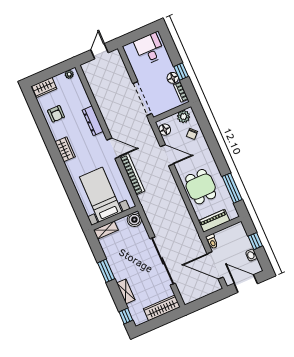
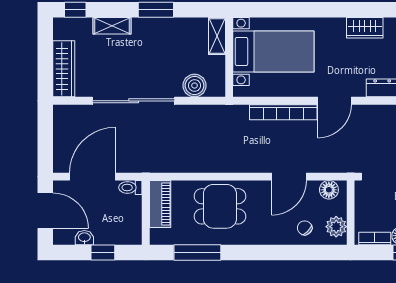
boiler: (134, 220) -> (195, 86), moved
door: (246, 284) -> (45, 211), hinge flipped

